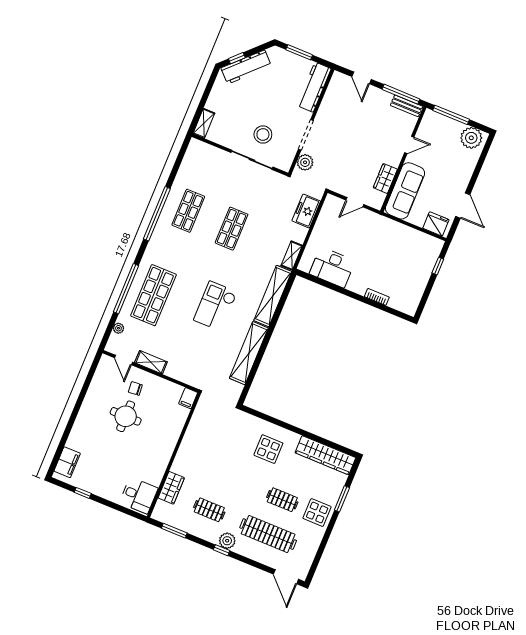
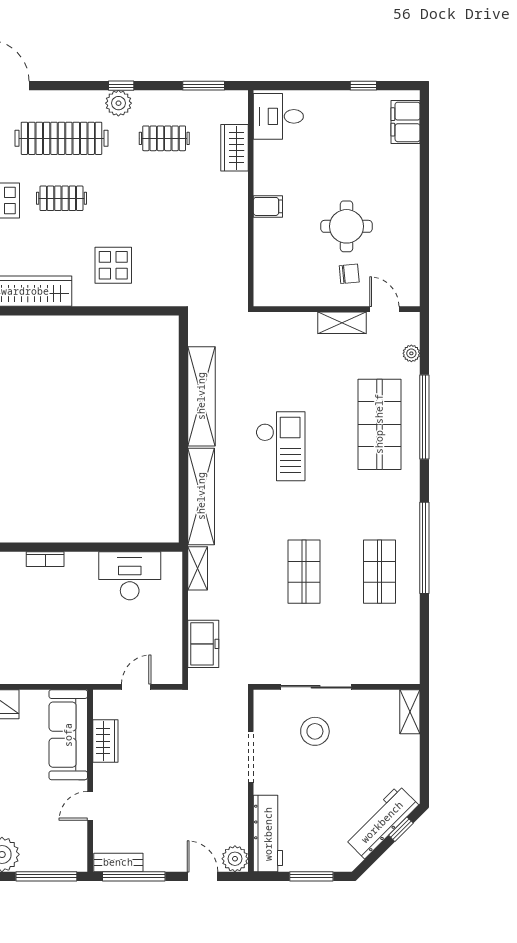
plant: (305, 162) -> (235, 859), moved
filing cabinet: (188, 398) -> (268, 206), moved, turned 90

